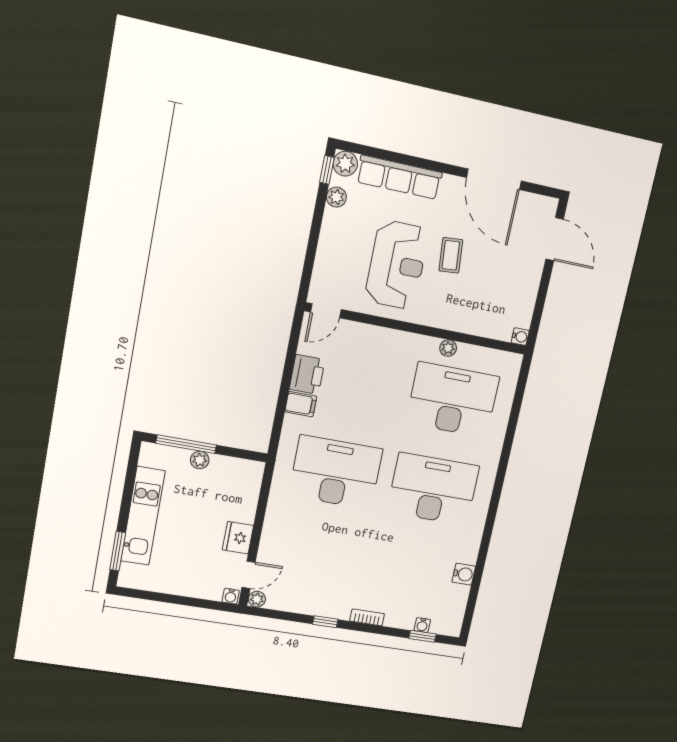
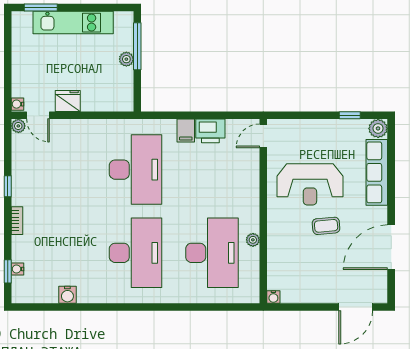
window: (327, 170) -> (350, 115), moved
plant: (336, 197) -> (352, 127), removed
door: (326, 311) -> (263, 136), hinge flipped

